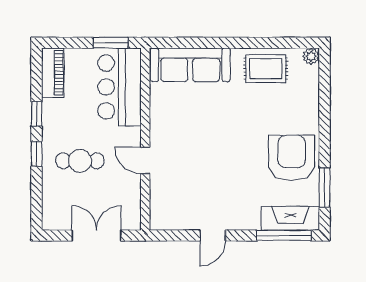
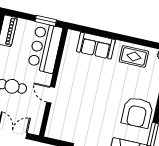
sofa: (190, 65) -> (96, 46), width x0.73
armchair: (292, 158) -> (137, 113), turned 180

